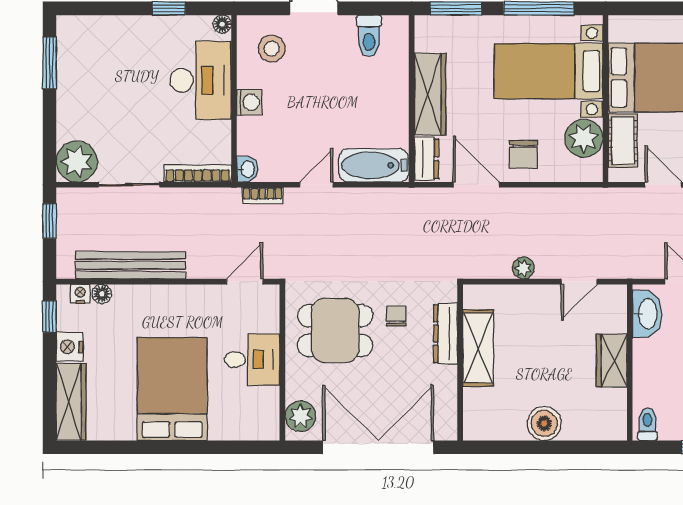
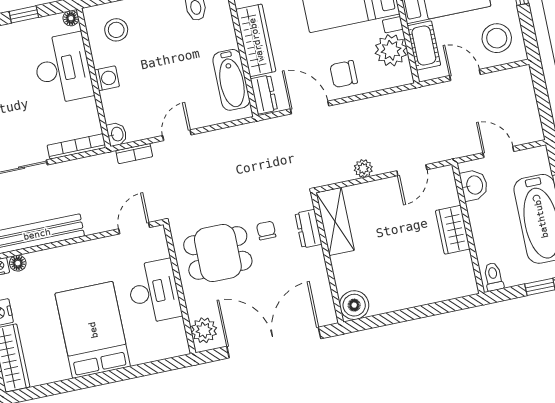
chair: (523, 154) -> (344, 74), turned 90
bathtub: (374, 165) -> (231, 80), moved, turned -90
washbasin: (647, 314) -> (474, 185), width x0.72
dresser: (446, 334) -> (308, 229), width x0.70
shelving: (478, 348) -> (335, 222), moved
desk: (252, 360) -> (154, 292), width x1.37
boiler: (544, 423) -> (354, 305), moved

